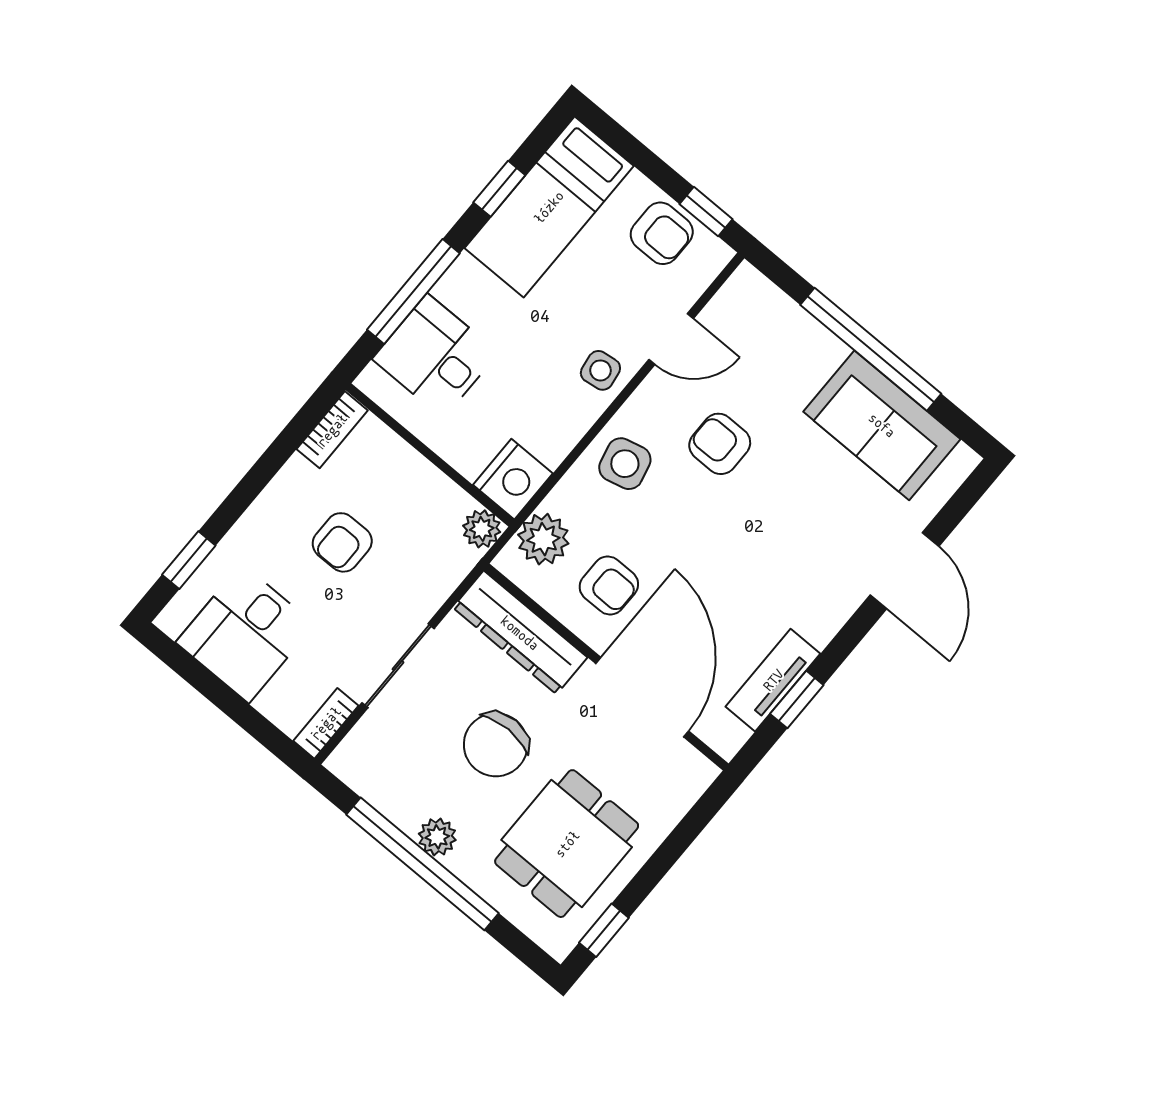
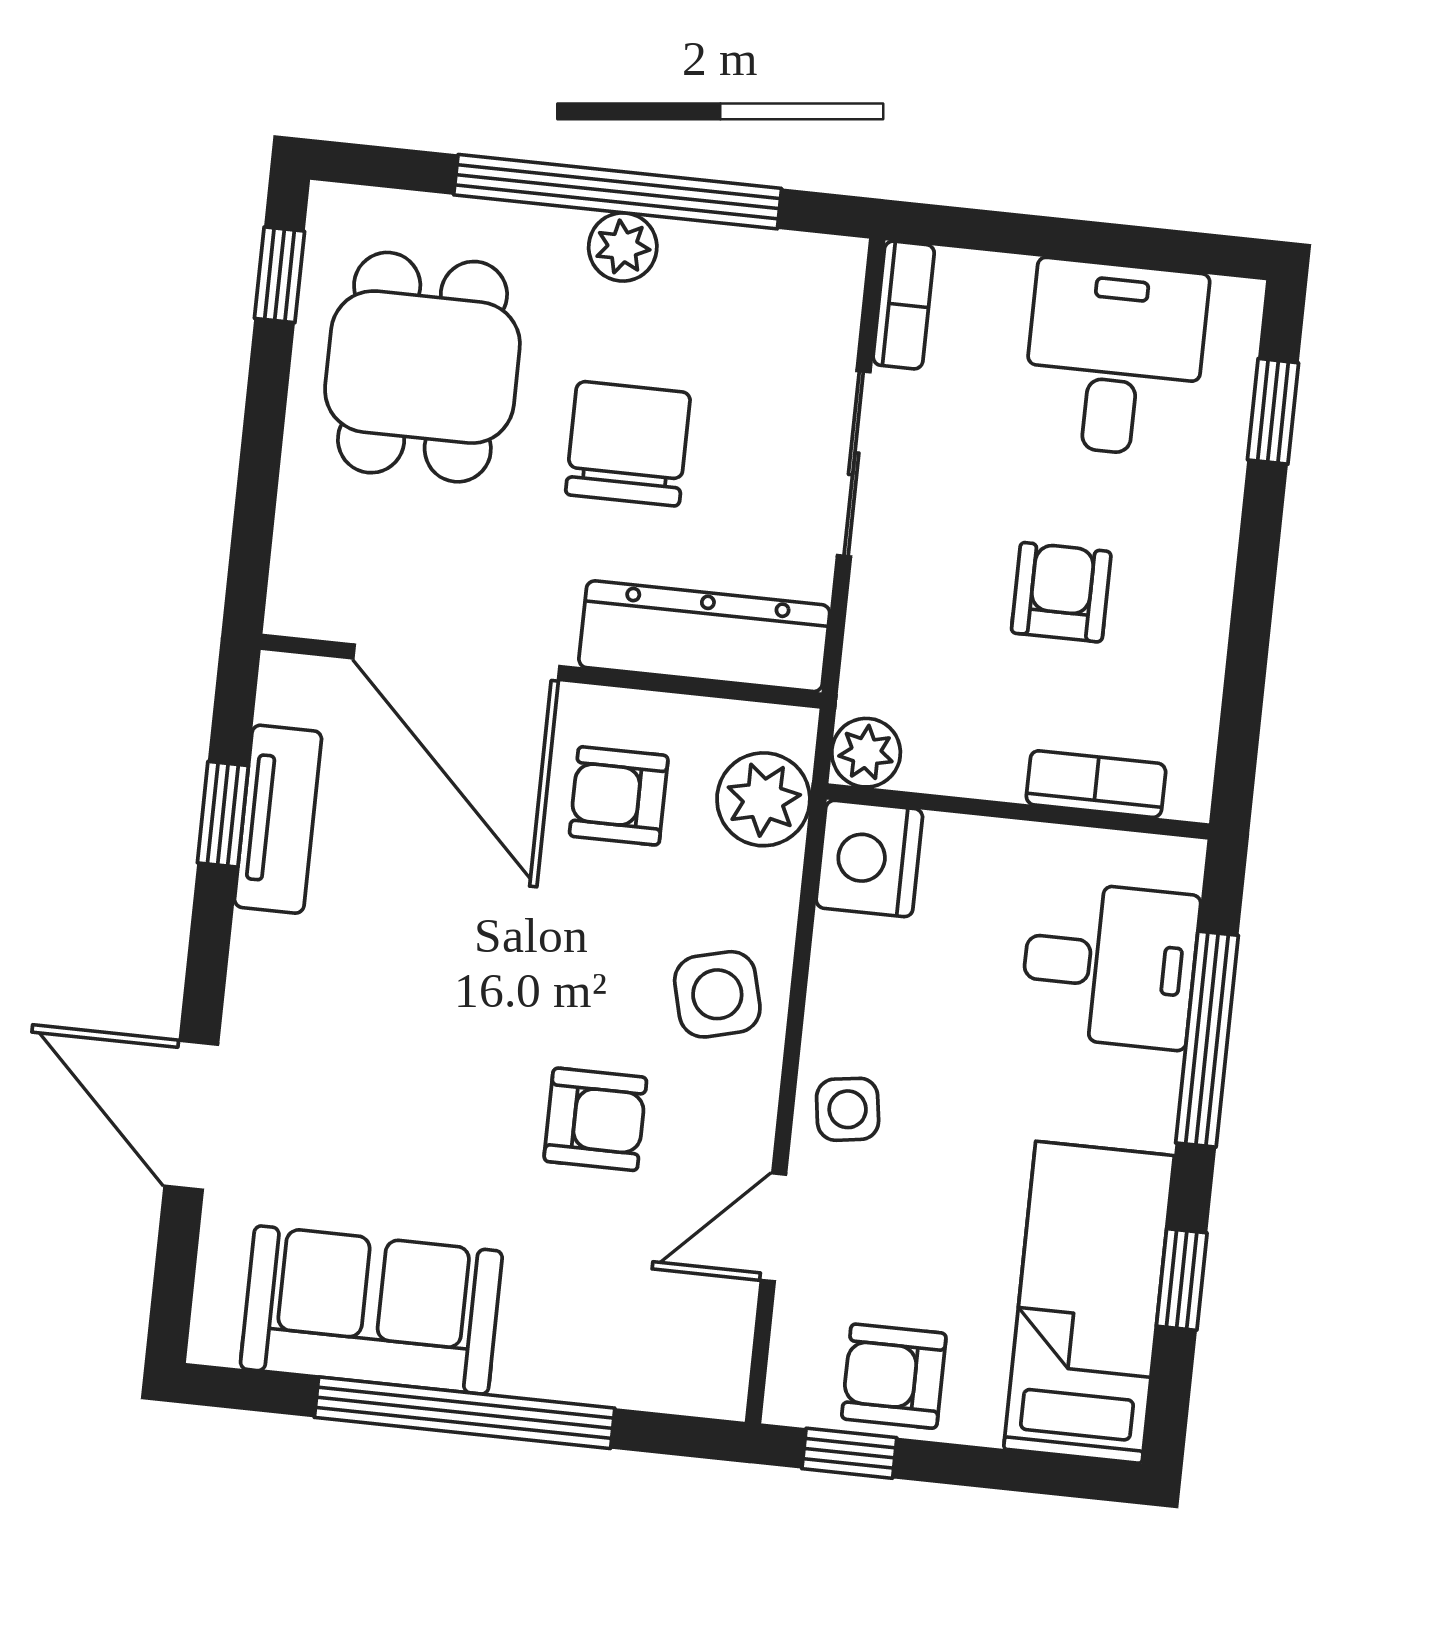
bookcase: (332, 430) -> (1096, 784), moved, turned 90

